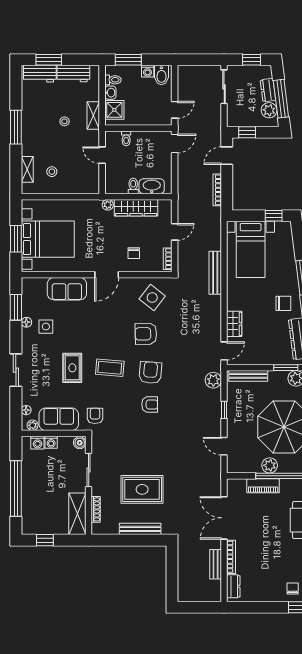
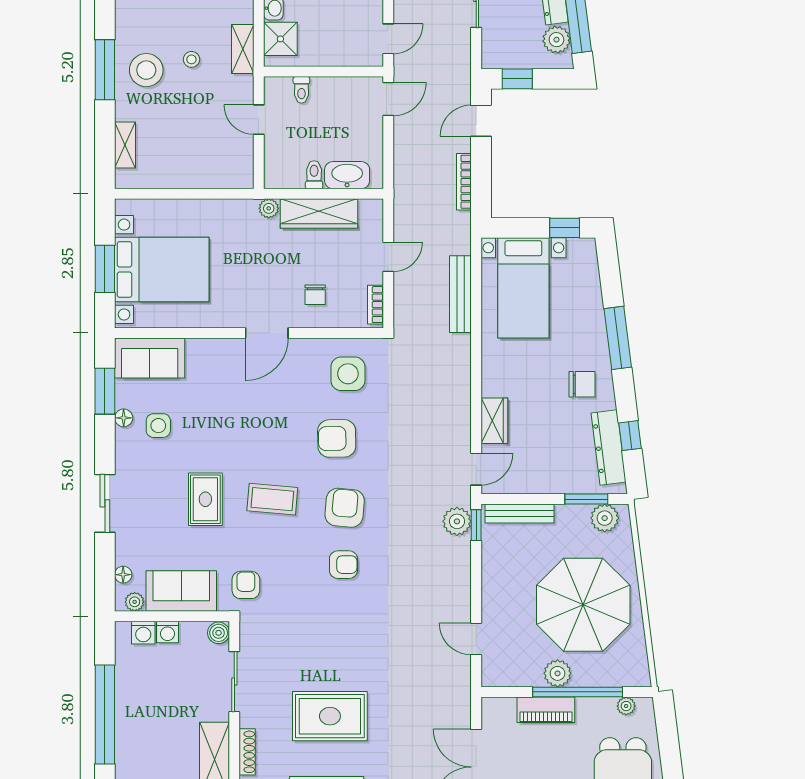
stool: (52, 172) -> (146, 70), moved, width x1.89, depth x1.89
bench: (215, 273) -> (460, 294), moved
sofa: (67, 289) -> (150, 358), moved
side table: (152, 298) -> (348, 374), turned -38
window: (224, 410) -> (476, 525), moved

